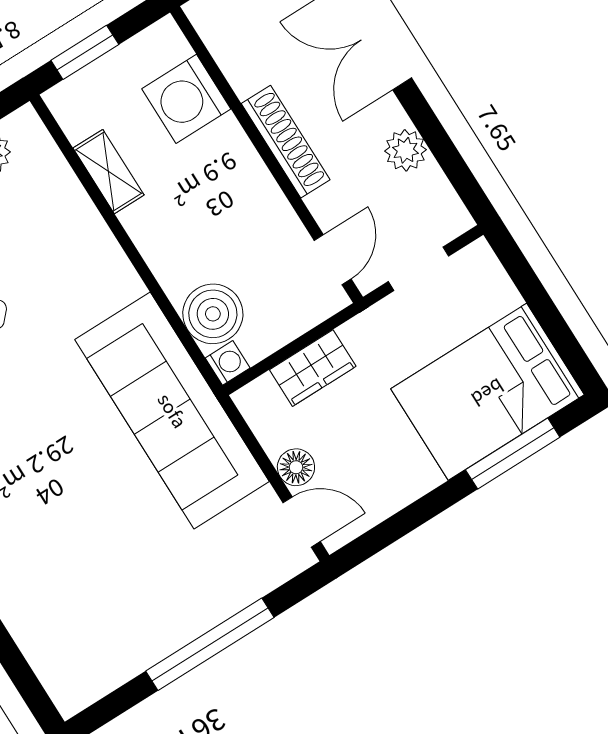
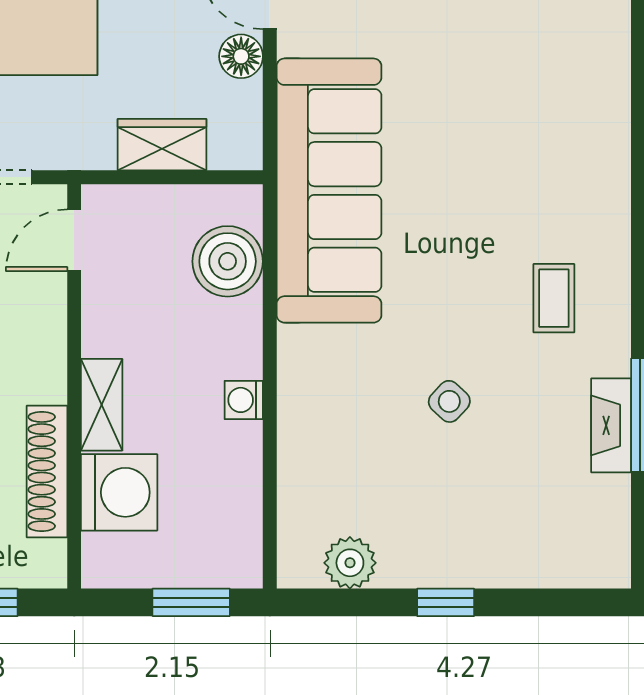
shoe rack: (286, 142) -> (47, 472), moved
shelving: (109, 172) -> (102, 405), moved
washing machine: (228, 363) -> (244, 400), moved

